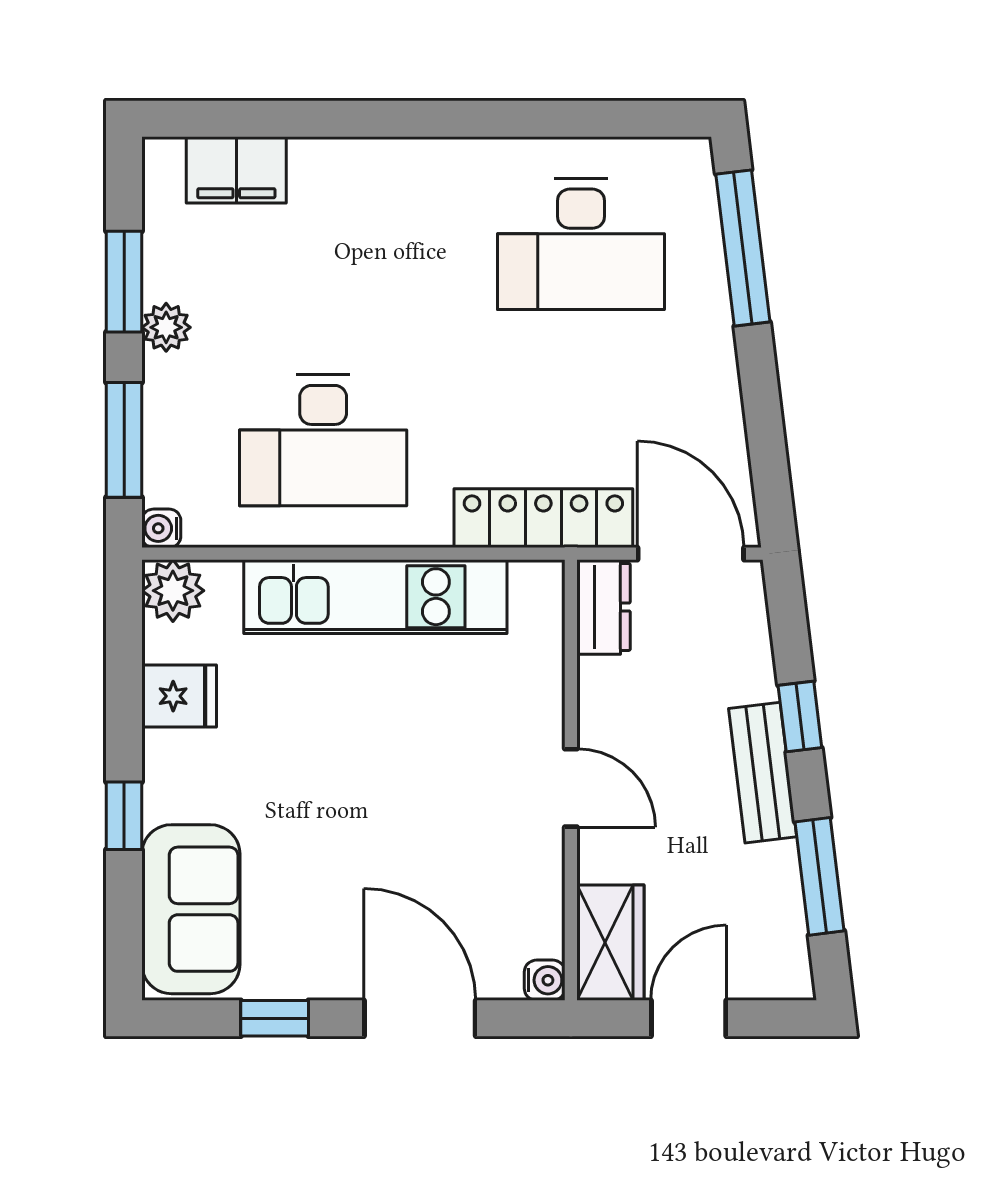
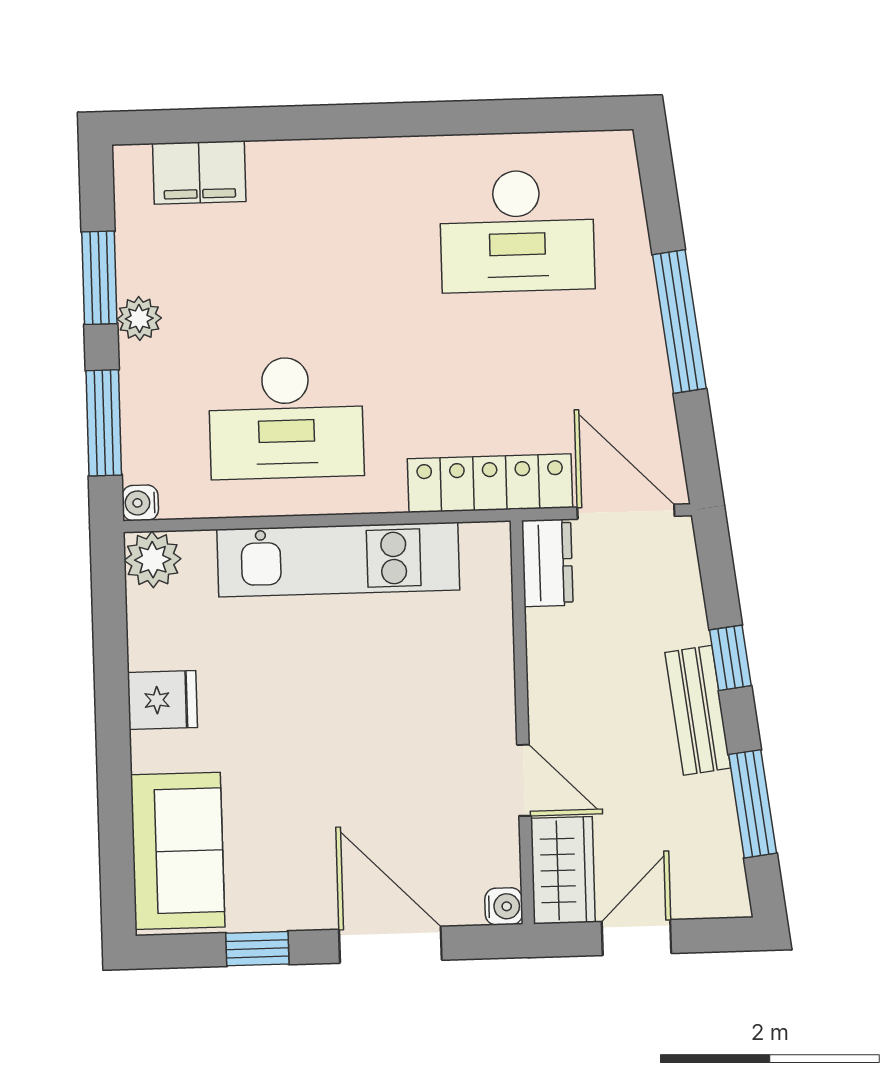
window: (743, 248) -> (679, 322), moved
fridge: (179, 696) -> (162, 700), moved
door: (571, 788) -> (524, 780), moved
window: (124, 816) -> (114, 767), removed

